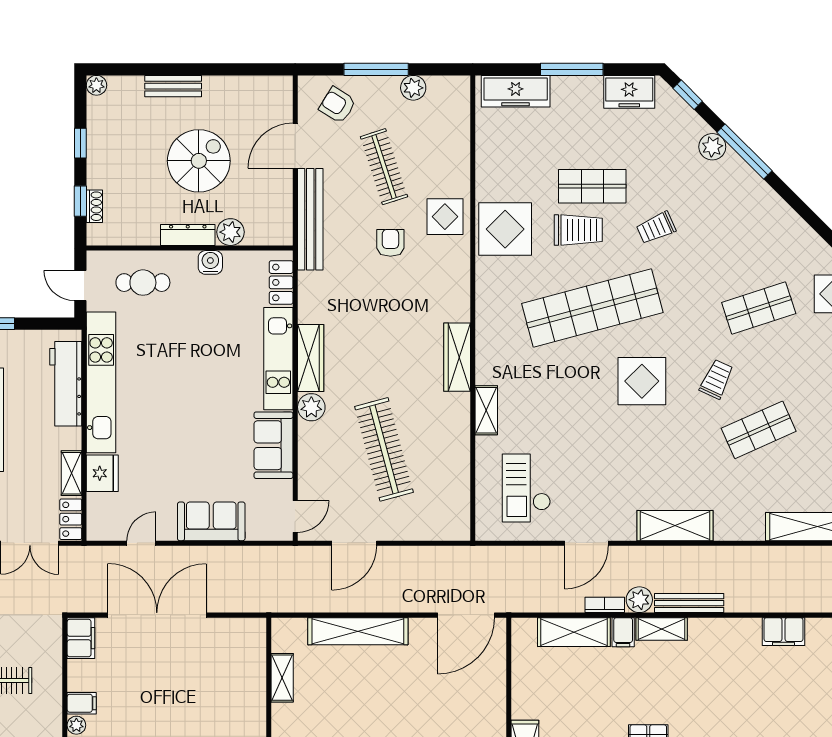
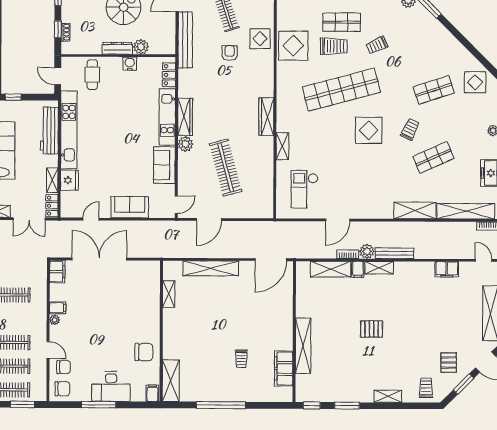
cafe table: (143, 283) -> (92, 75), turned 90
shelving: (675, 526) -> (415, 211), moved

